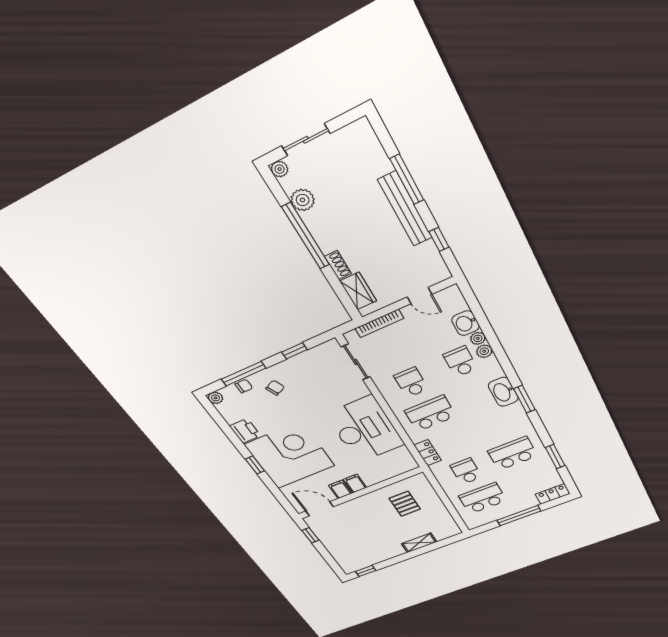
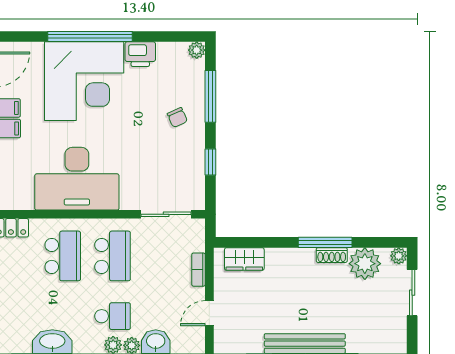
plant: (303, 200) -> (365, 264), width x1.36, depth x1.36
window: (306, 236) -> (325, 242), width x0.68
shoe rack: (338, 265) -> (332, 255), moved
bookcase: (379, 323) -> (198, 270), width x0.64
school desk: (411, 382) -> (113, 256), width x1.85
chair: (244, 386) -> (196, 87), removed
window: (255, 465) -> (90, 36), width x3.17

